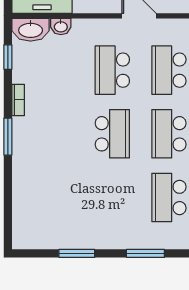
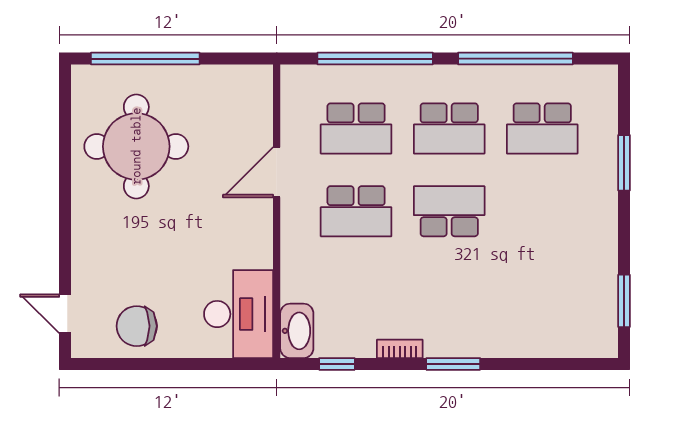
washbasin: (61, 26) -> (292, 287), removed
window: (77, 253) -> (624, 301), moved

